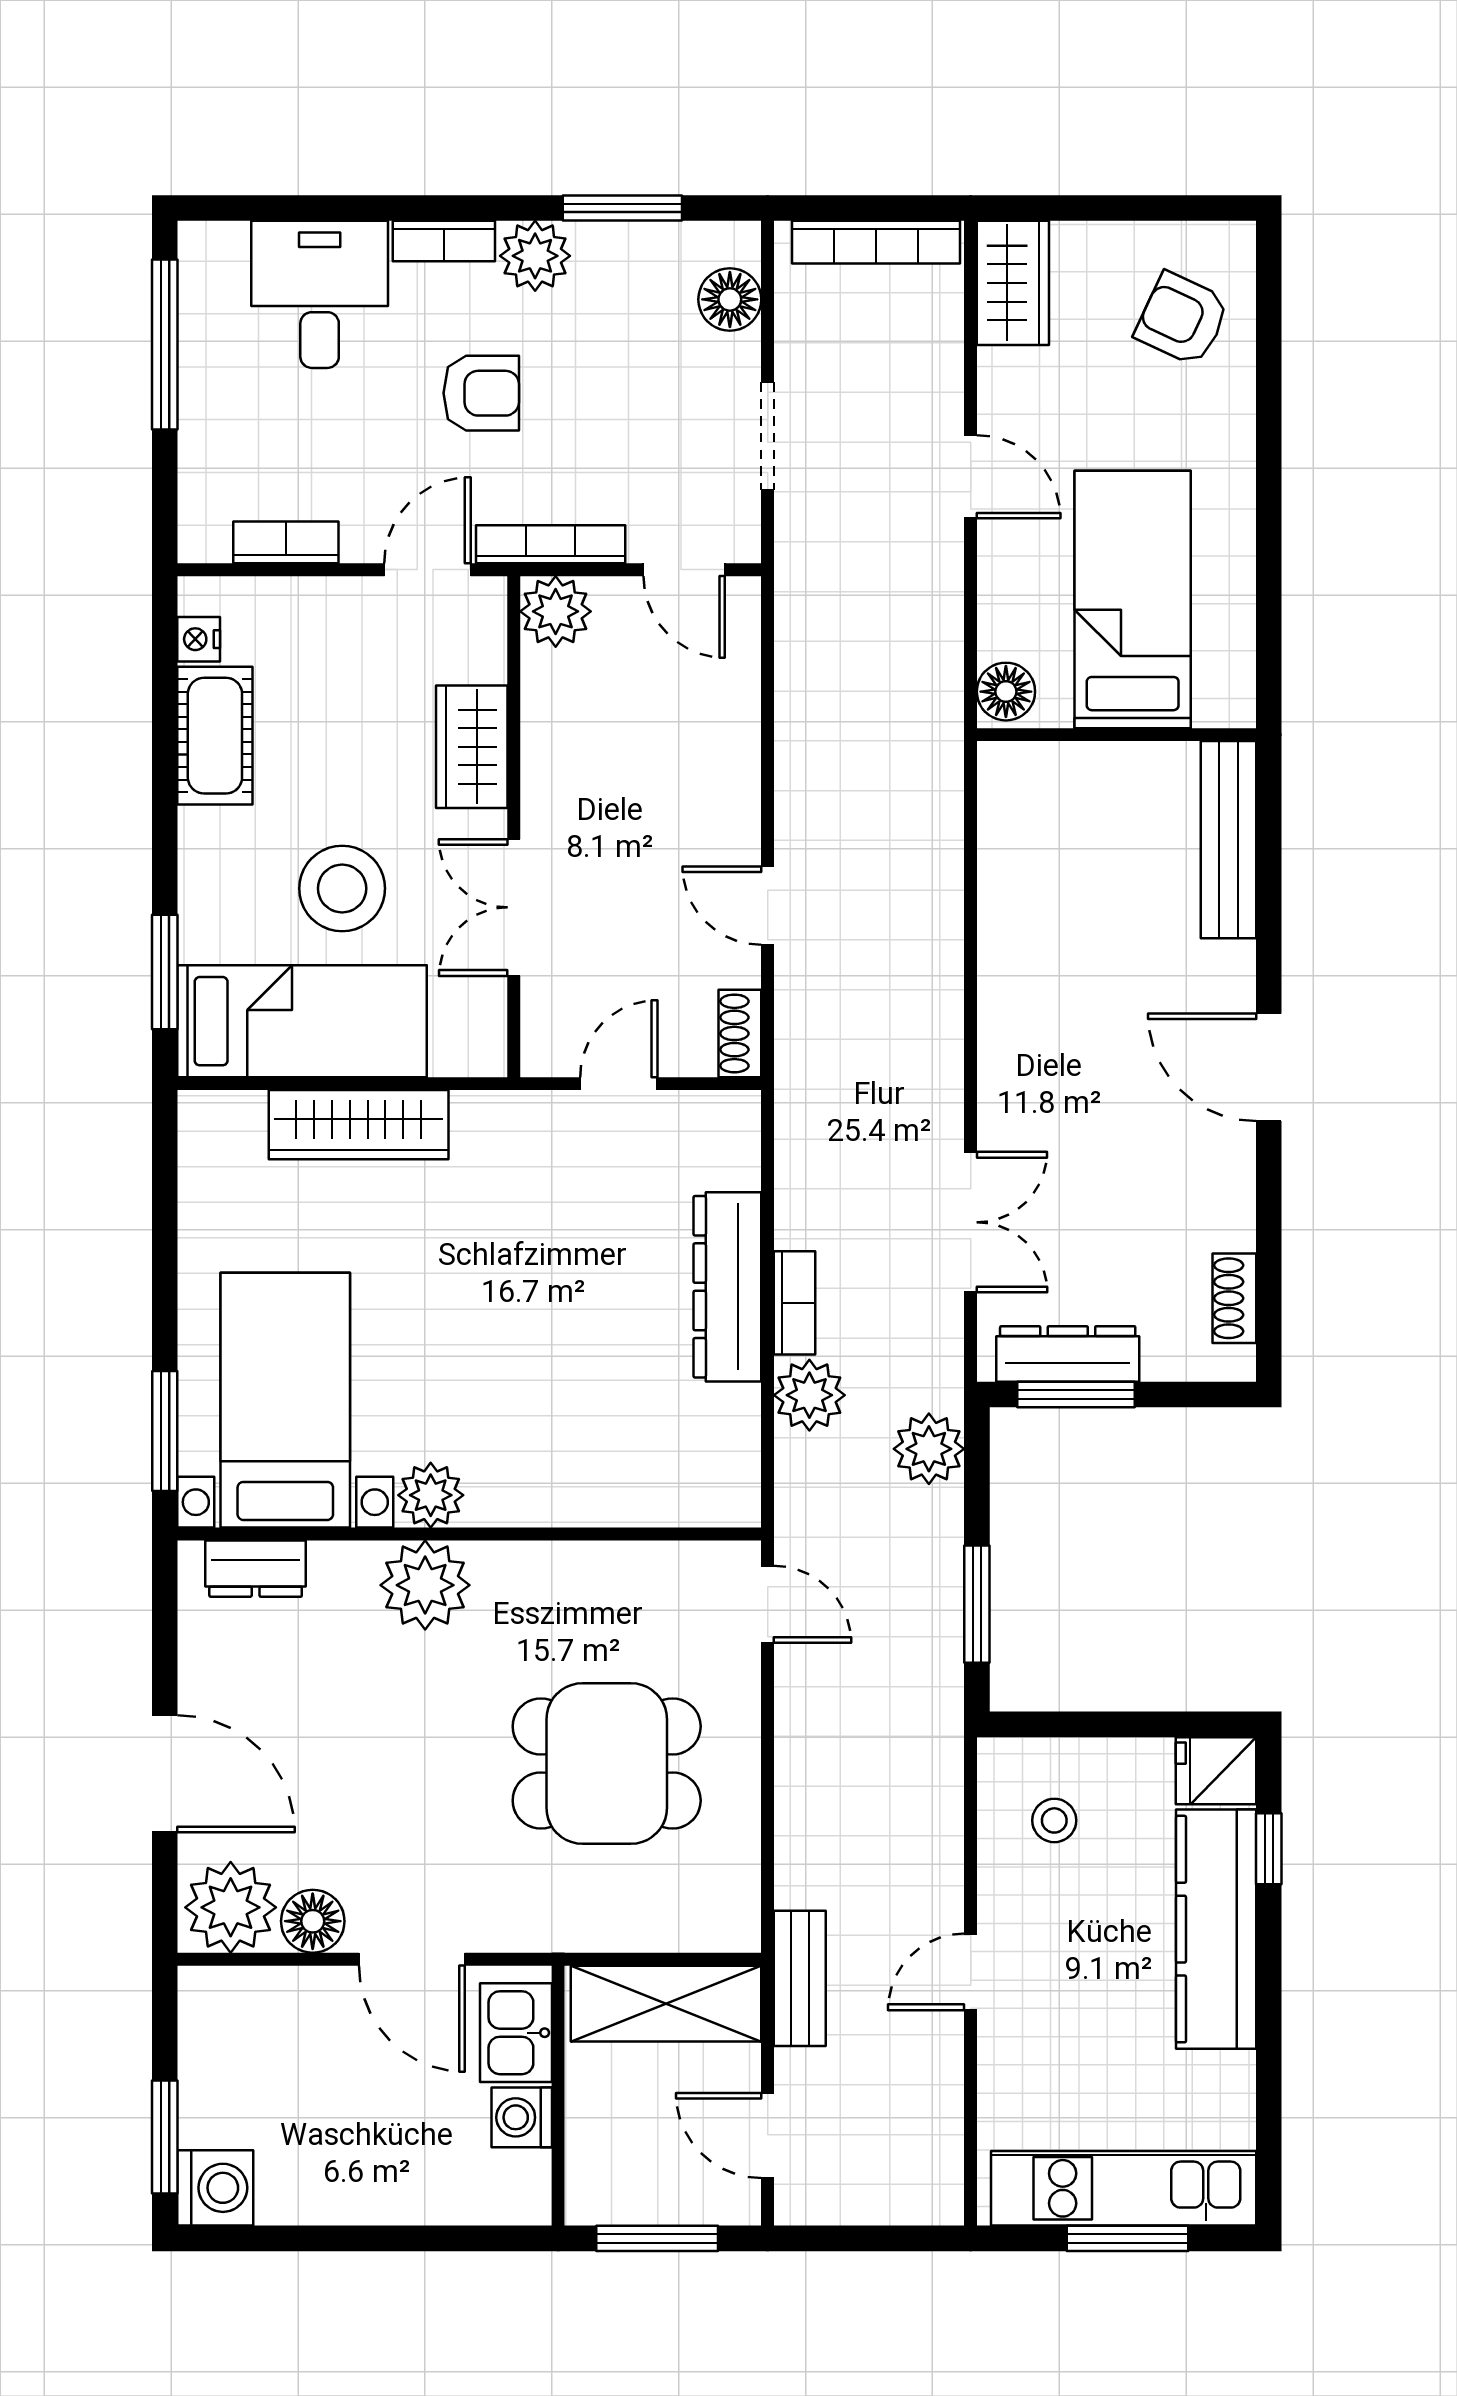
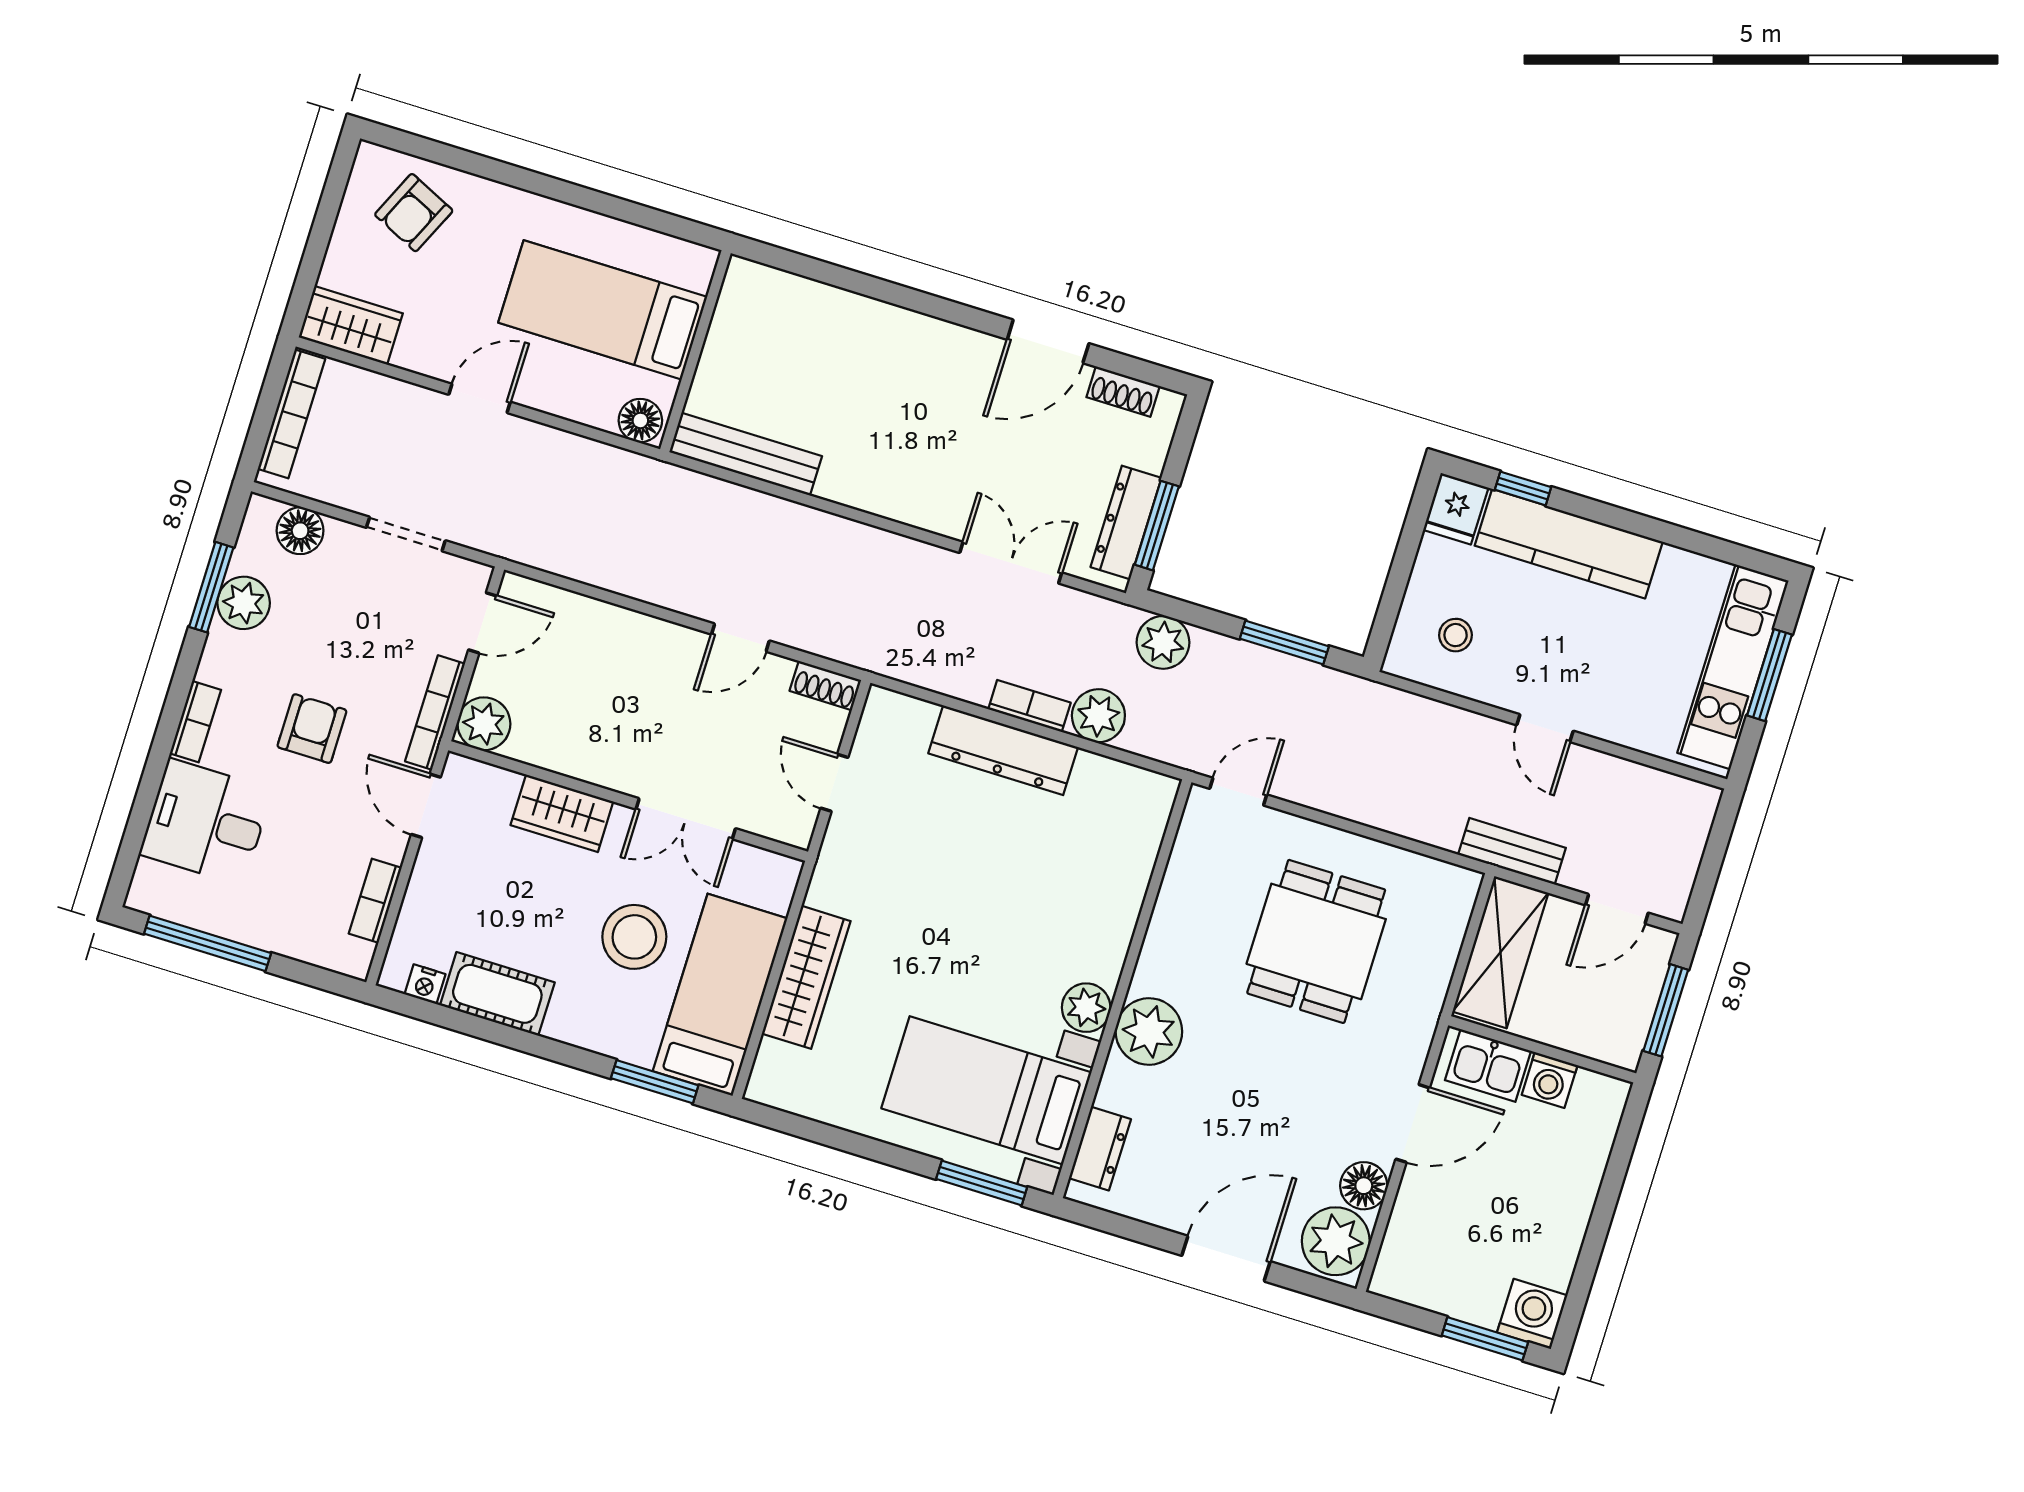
plant: (535, 256) -> (244, 603), moved
bench: (1228, 840) -> (746, 454), moved
door: (1269, 1067) -> (1048, 341), moved

